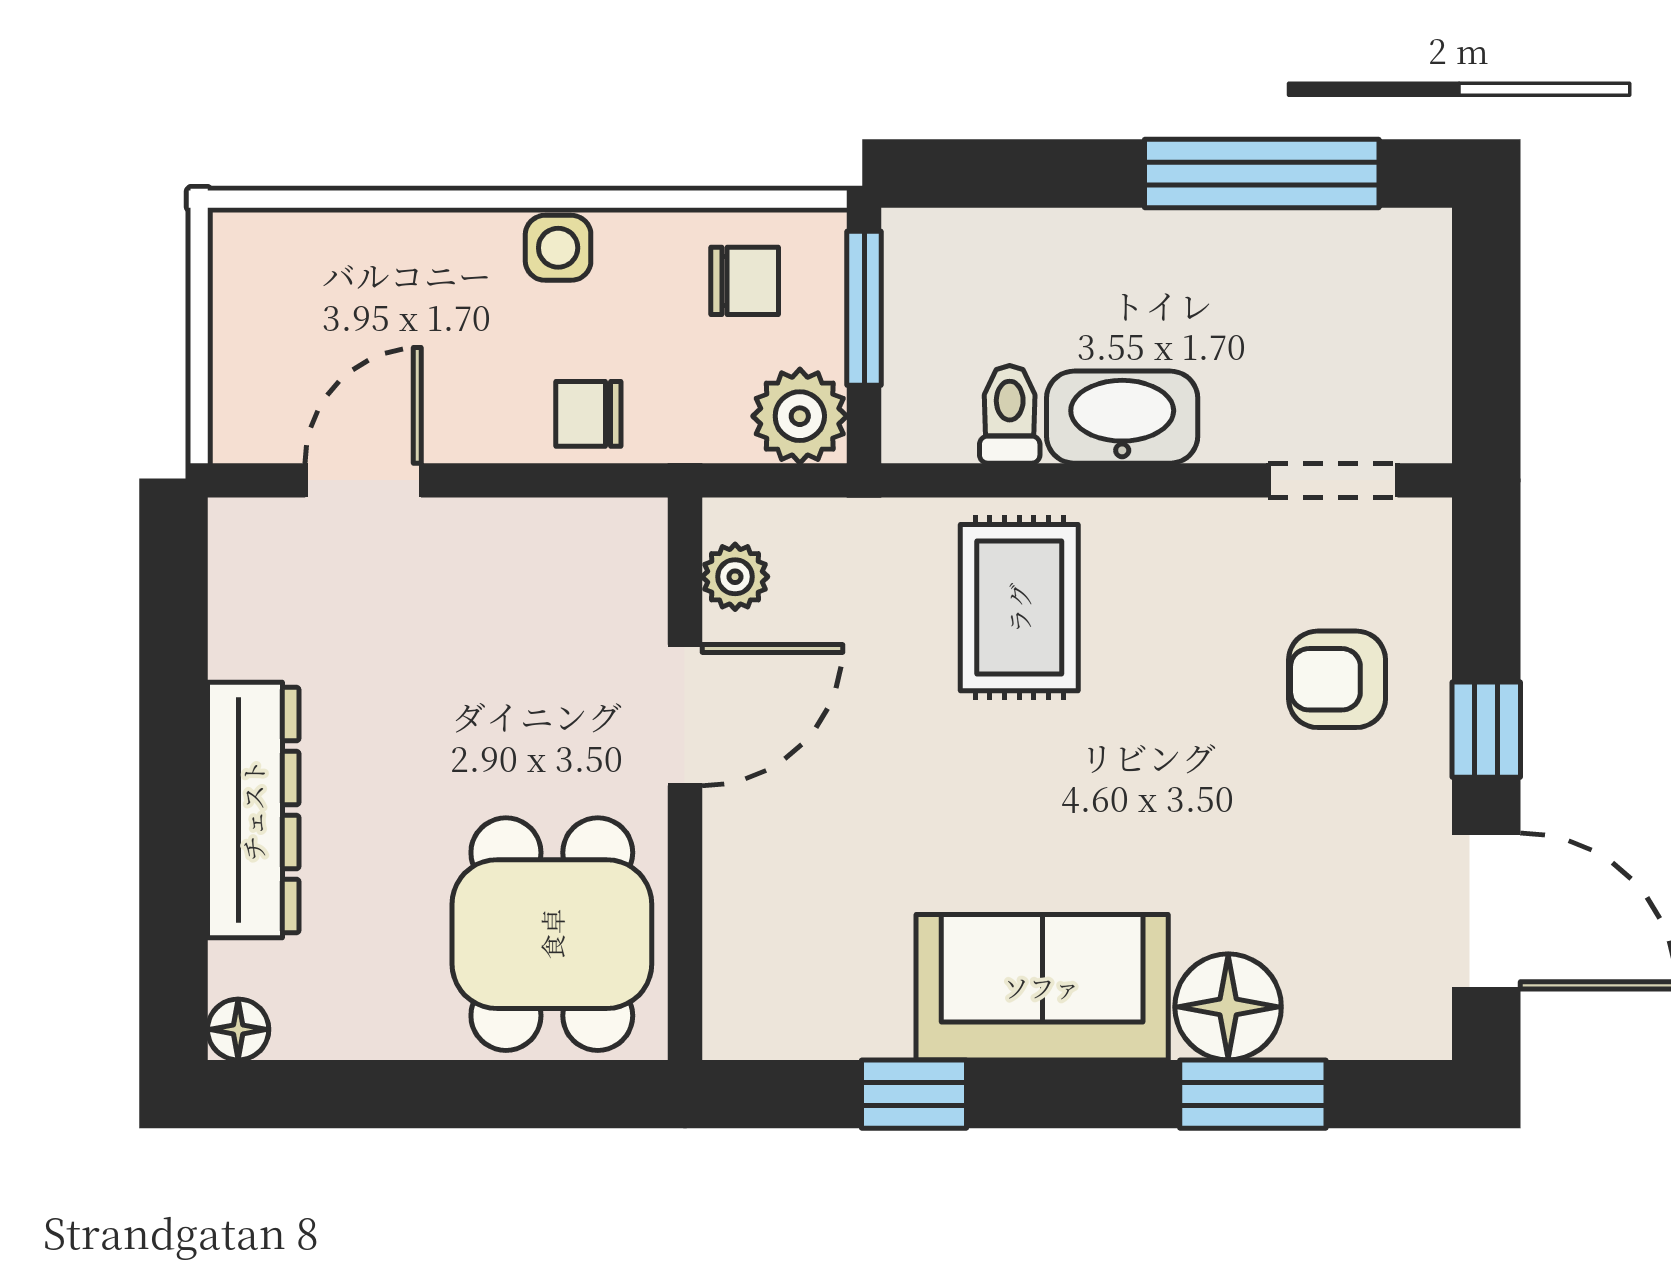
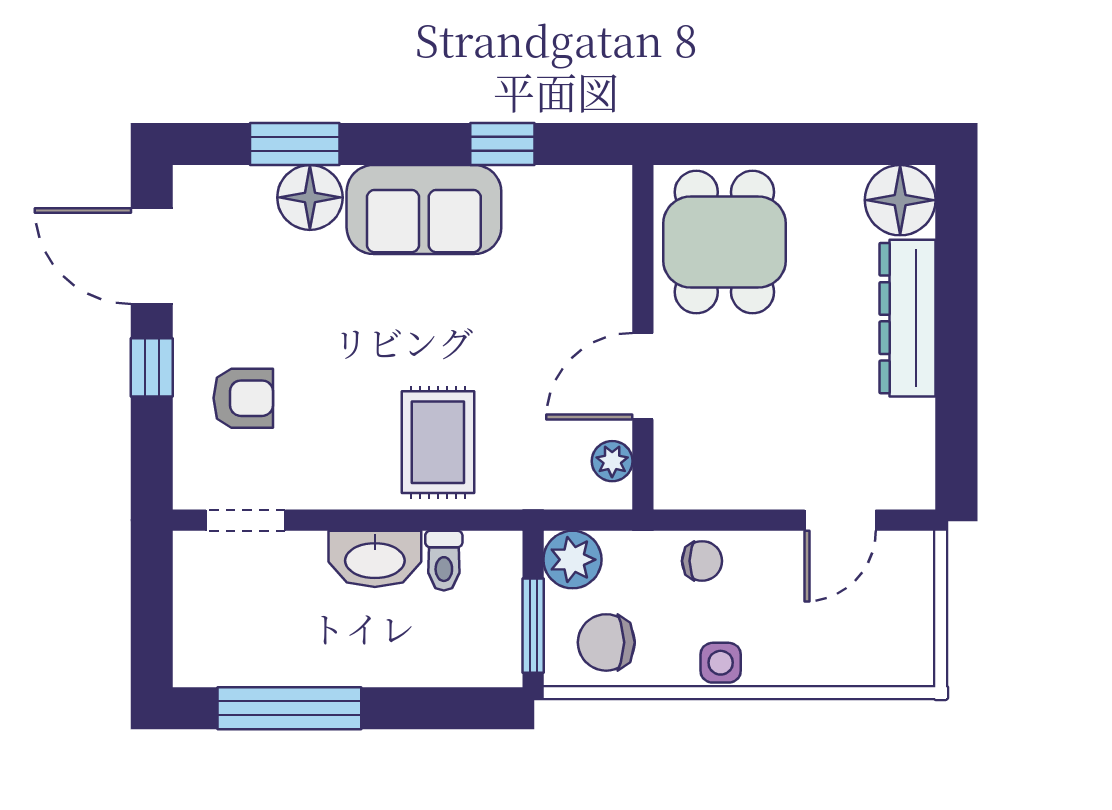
chair: (745, 281) -> (606, 642), width x1.37, depth x1.37
floor lamp: (238, 1029) -> (900, 200), width x1.89, depth x1.89

